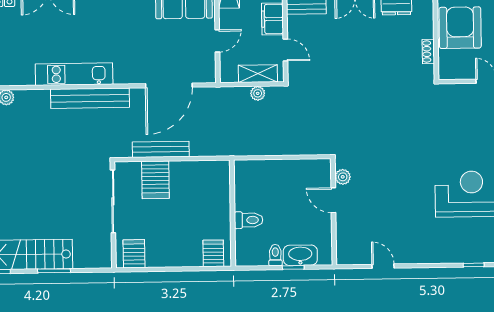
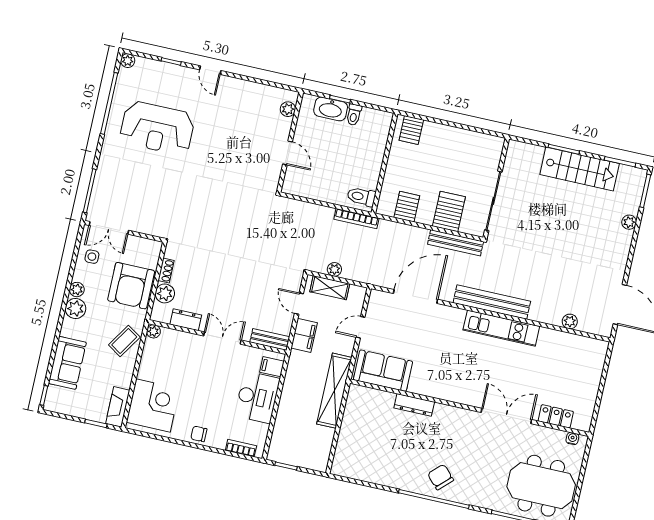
plant: (424, 28) -> (165, 293), added
bench: (161, 149) -> (456, 243), moved
bookcase: (248, 150) -> (356, 219), added
plant: (343, 177) -> (288, 109), moved
toilet: (249, 220) -> (361, 197), moved
server rack: (134, 254) -> (407, 207), moved, turned 180
door: (383, 266) -> (210, 70), moved

